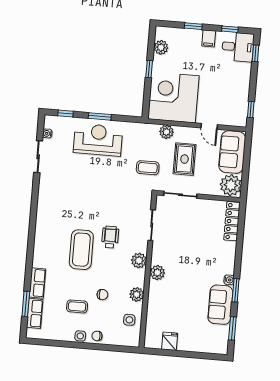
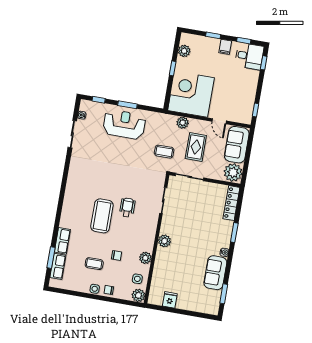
plant: (139, 261) -> (138, 295), moved
window: (236, 290) -> (234, 233), moved

